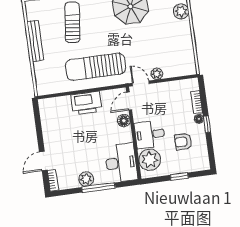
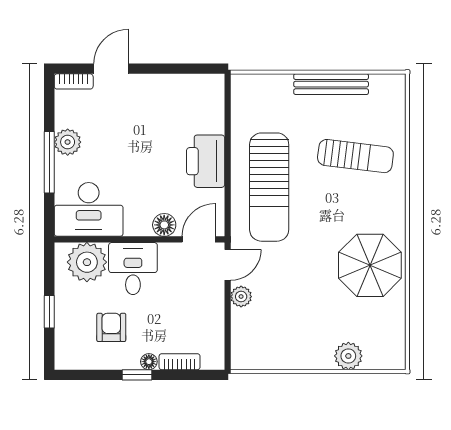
sun lounger: (96, 67) -> (269, 187), turned 180
door: (129, 101) -> (199, 239), hinge flipped
door: (43, 161) -> (111, 69), hinge flipped

